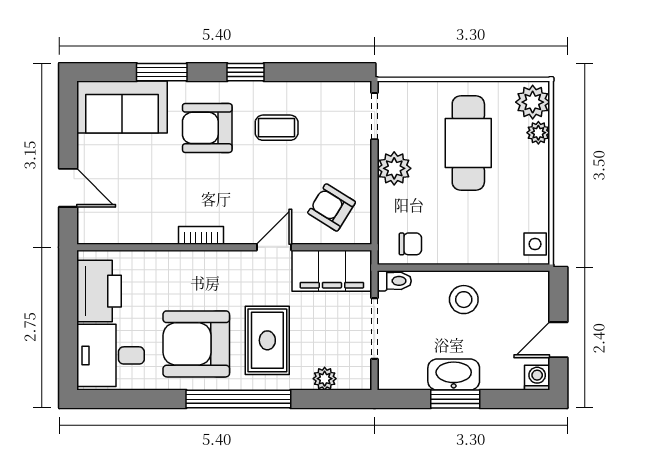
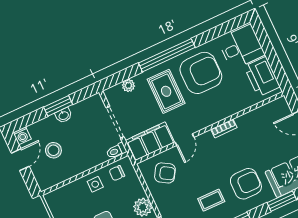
side table: (535, 244) -> (95, 184), moved
stool: (464, 300) -> (53, 150), moved
washbasin: (454, 375) -> (64, 115), width x0.52, depth x0.69

